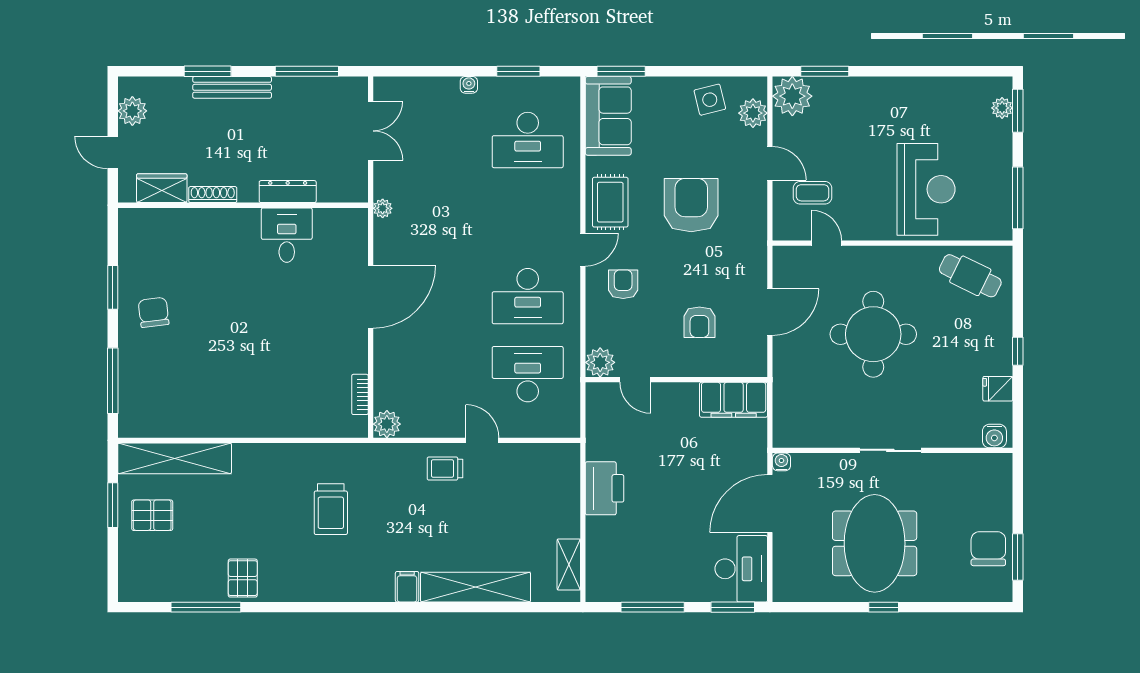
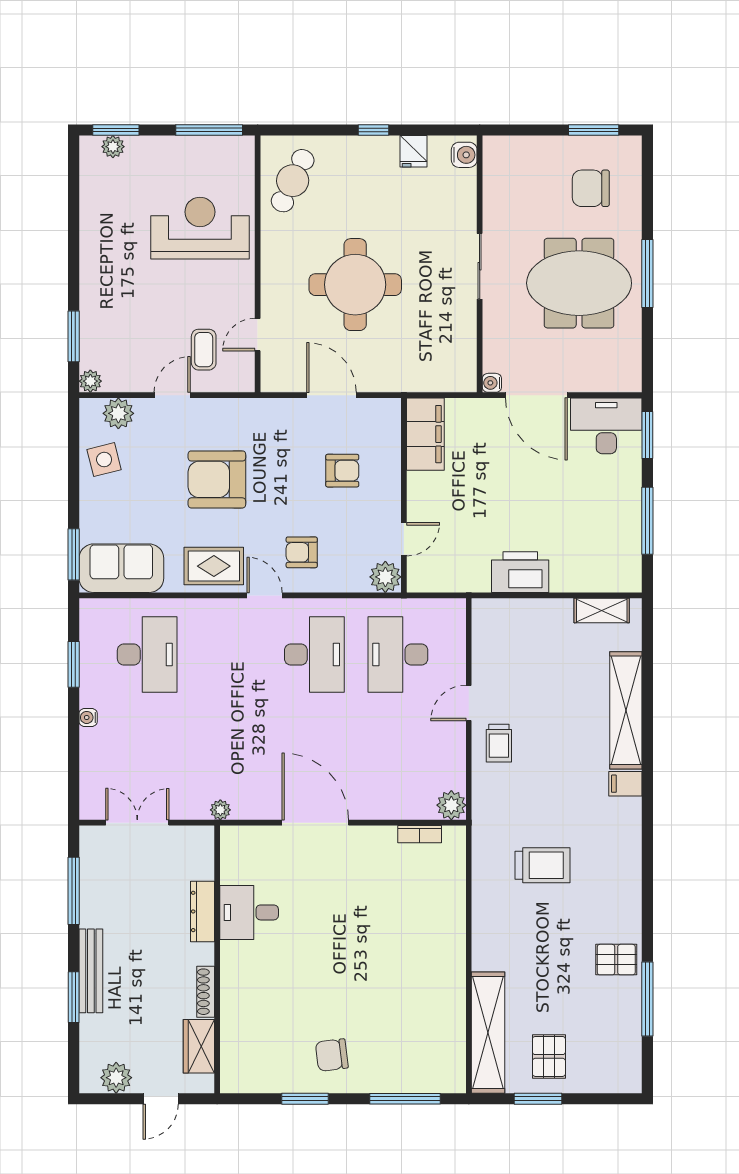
plant: (792, 96) -> (90, 381), width x0.53, depth x0.53
chair: (988, 549) -> (591, 188), moved
window: (884, 607) -> (647, 273), width x2.17

